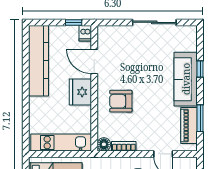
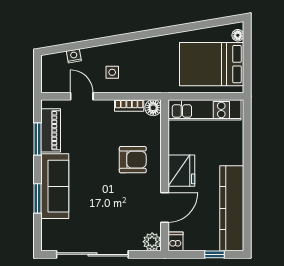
window: (74, 22) -> (215, 254), moved
sliding door: (154, 22) -> (92, 254), width x1.36
plant: (105, 33) -> (152, 242), added
door: (94, 61) -> (165, 207), hinge flipped
window: (200, 69) -> (37, 198), width x1.50

